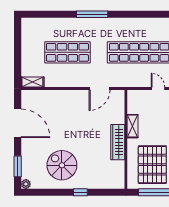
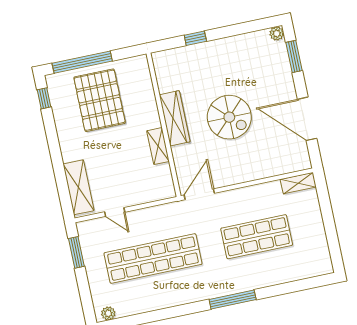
shelving: (133, 126) -> (158, 146), moved
wall: (126, 139) -> (164, 125), moved
wardrobe: (118, 142) -> (175, 118), moved
spiral stairs: (62, 165) -> (229, 117), moved

